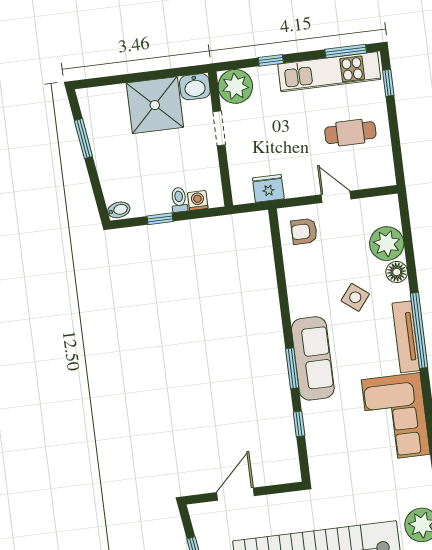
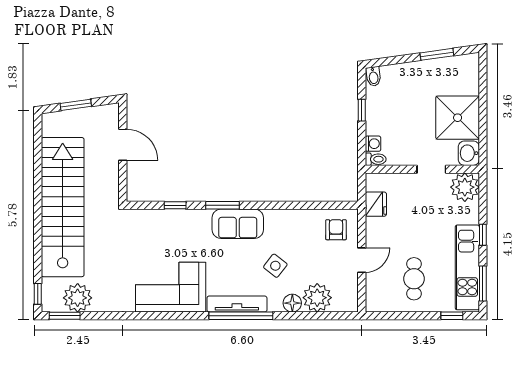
window: (271, 60) -> (483, 235), moved
toilet: (179, 200) -> (376, 159), moved
sofa: (313, 358) -> (238, 224), width x0.73

